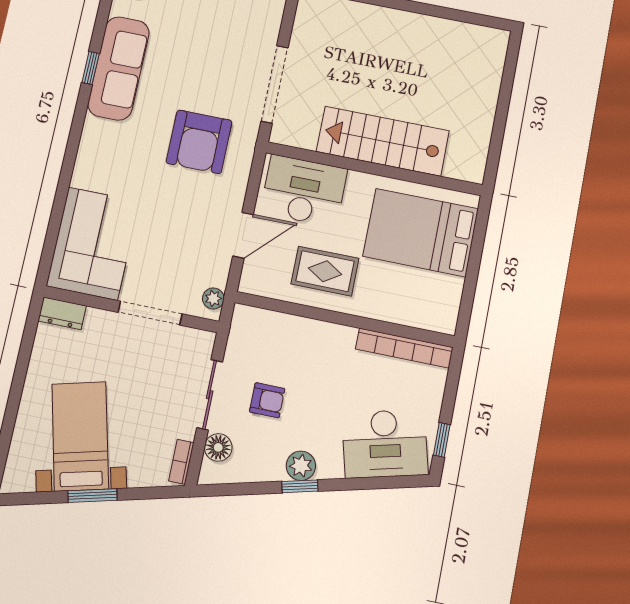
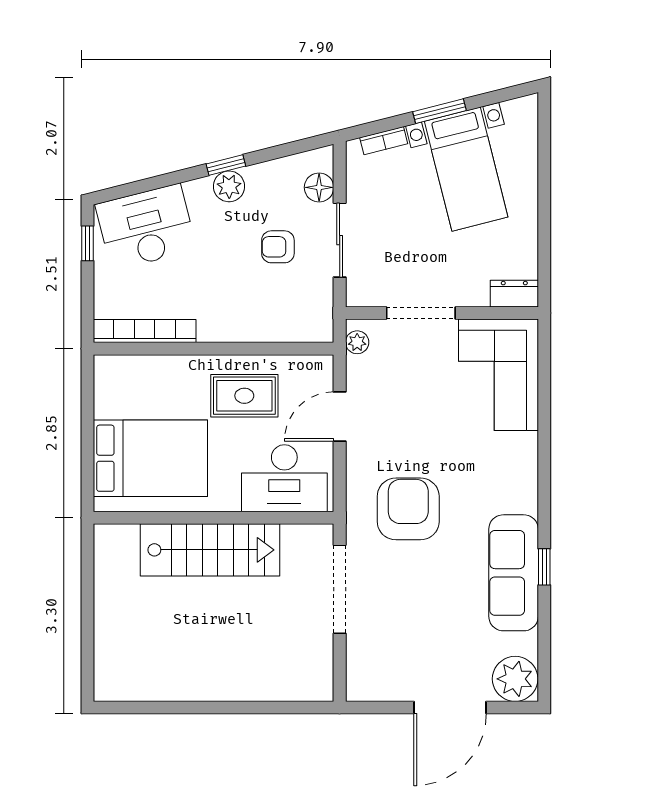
bookcase: (181, 462) -> (384, 141), moved, turned 76

